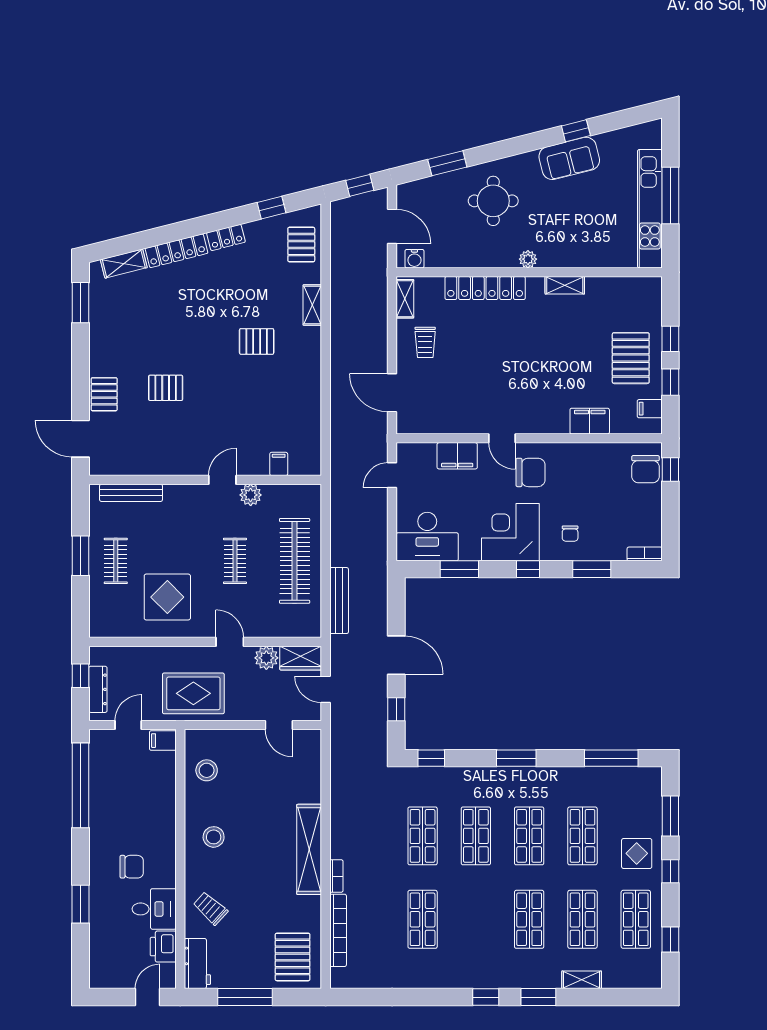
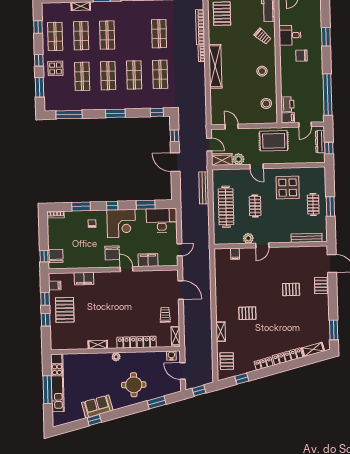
chair: (530, 472) -> (112, 253), turned -90
printer: (163, 947) -> (287, 104), moved

